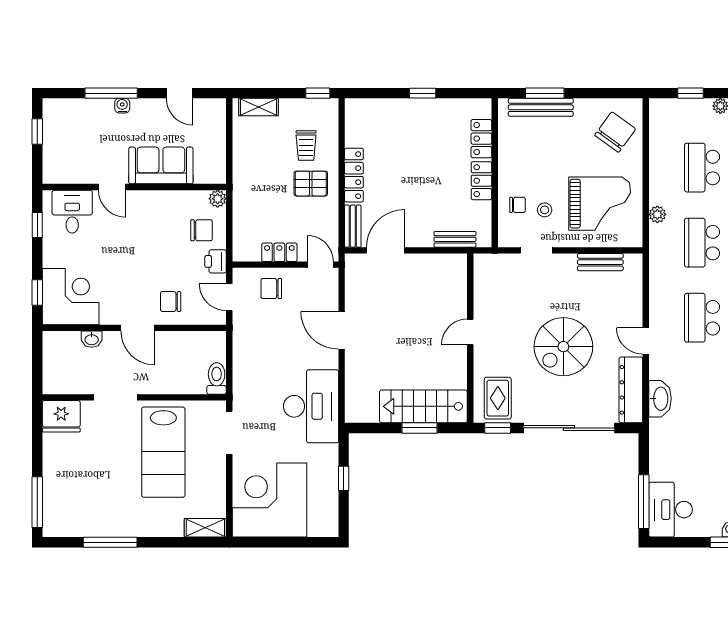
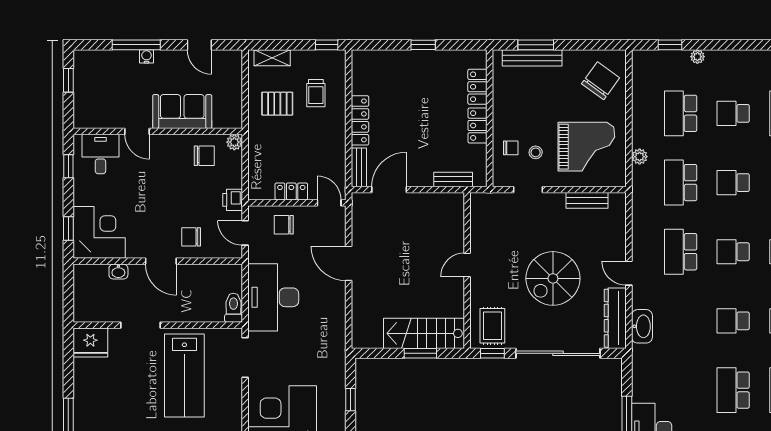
pallet: (311, 184) -> (277, 104), moved
chair: (201, 230) -> (204, 156), moved
desk: (311, 406) -> (273, 297), moved, turned 180

